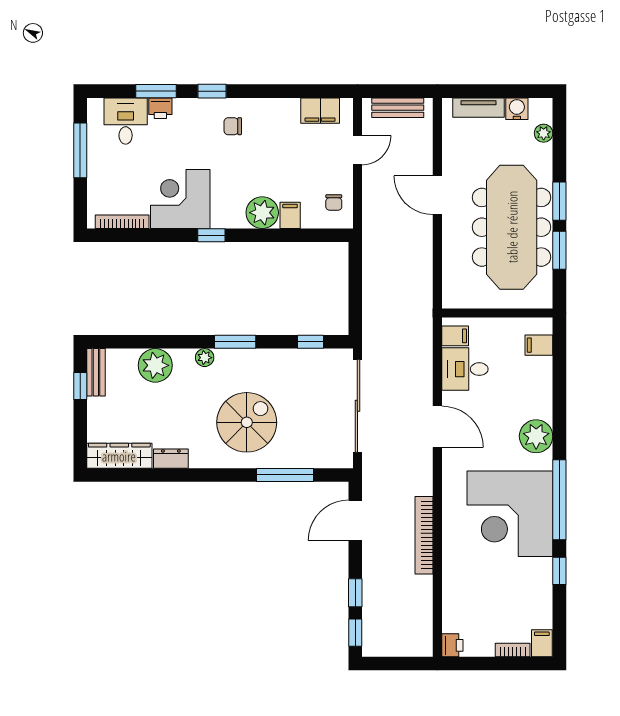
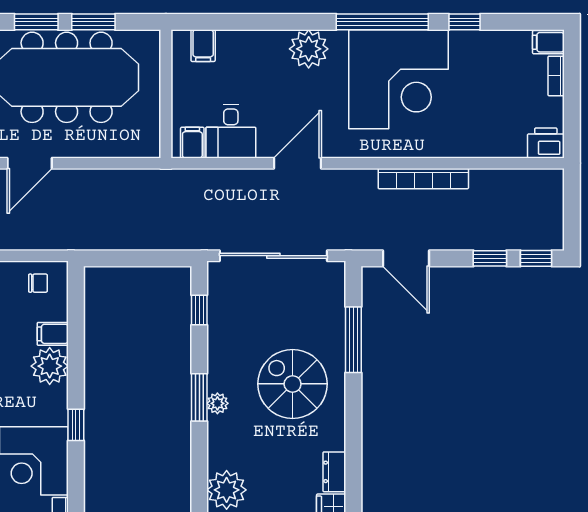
plant: (205, 358) -> (217, 403), moved
printer: (452, 645) -> (546, 143), width x1.36, depth x1.24

